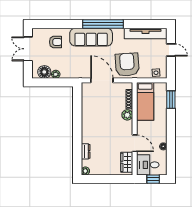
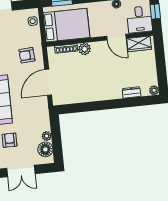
armchair: (127, 65) -> (27, 55), width x0.53, depth x0.53
bed: (145, 101) -> (66, 25), width x1.50
door: (135, 143) -> (116, 37), swing flipped

